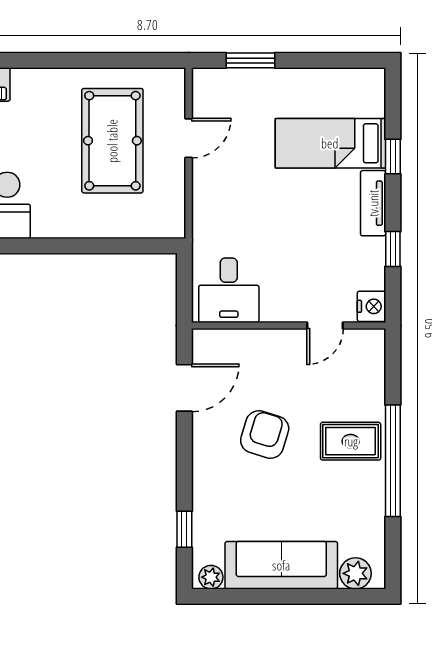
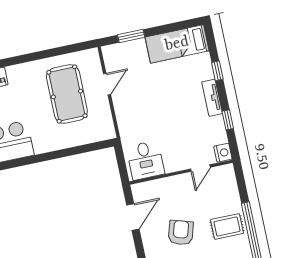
bed: (330, 143) -> (177, 44), moved

